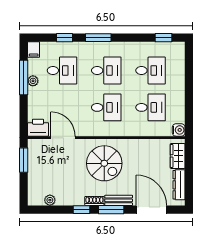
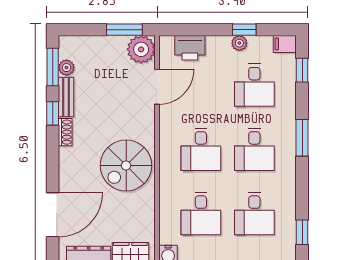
window: (64, 38) -> (302, 70), moved
window: (24, 77) -> (244, 30), width x0.46
printer: (38, 128) -> (190, 48), moved, turned 90
plant: (37, 149) -> (141, 49), added
spiral stairs: (104, 163) -> (126, 165), moved
bench: (119, 200) -> (66, 97), moved
window: (111, 210) -> (53, 67), moved

